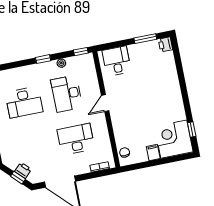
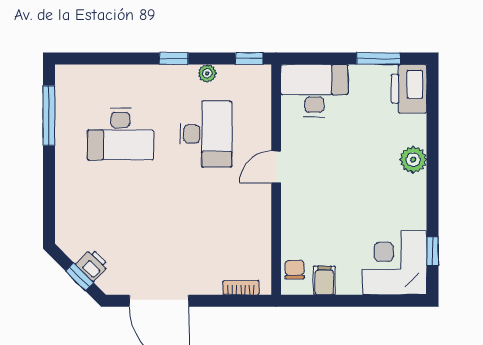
printer: (165, 44) -> (409, 89), width x1.87, depth x1.48
desk: (117, 61) -> (314, 91), width x1.37
plant: (173, 86) -> (413, 160), added
desk: (67, 94) -> (206, 134), turned 180
desk: (76, 139) -> (206, 225), removed
filing cabinet: (153, 152) -> (324, 280), moved

